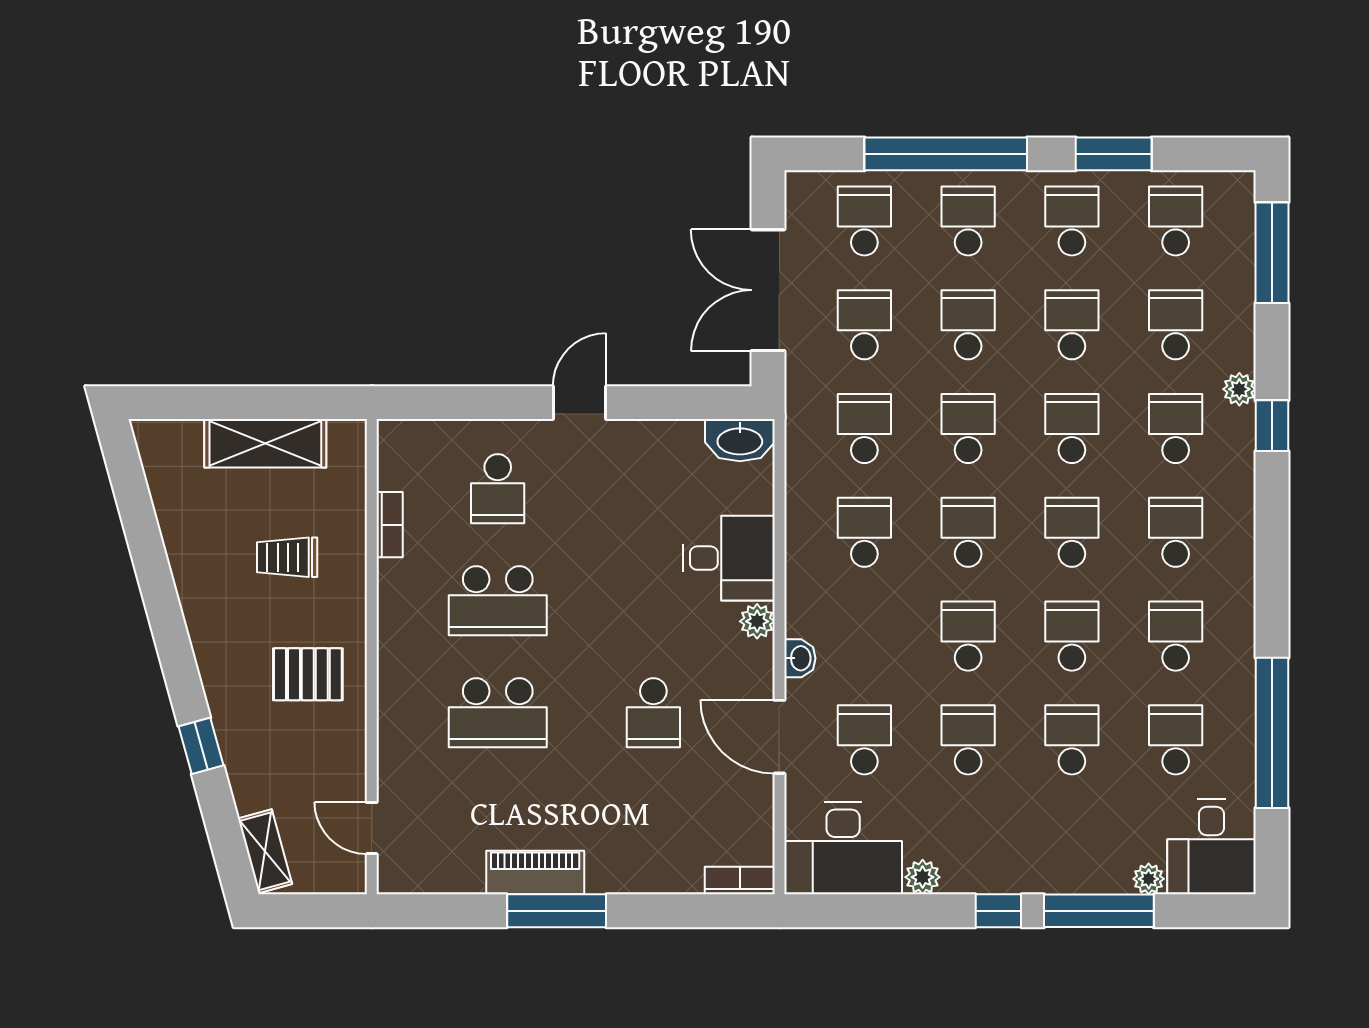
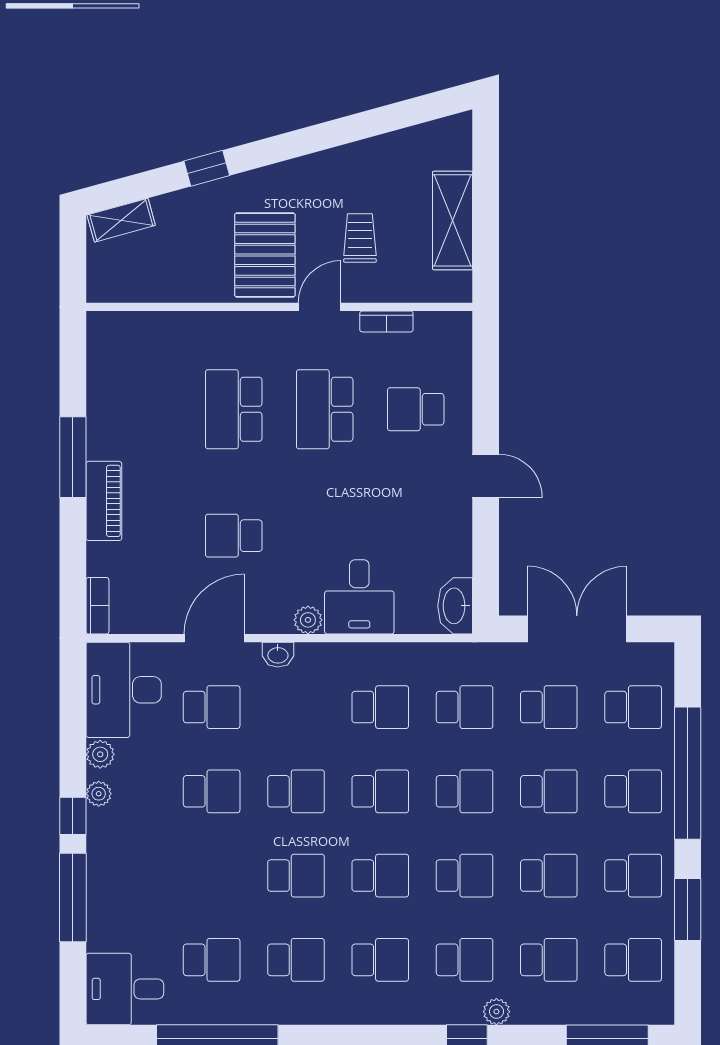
pallet: (308, 674) -> (265, 255), width x1.50, depth x1.42
school desk: (1072, 740) -> (212, 876), removed
door: (372, 828) -> (320, 307), moved
piano: (535, 873) -> (104, 501), moved
plant: (1149, 879) -> (99, 794), moved

